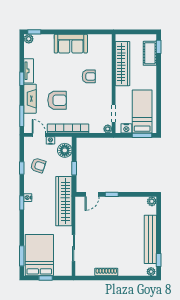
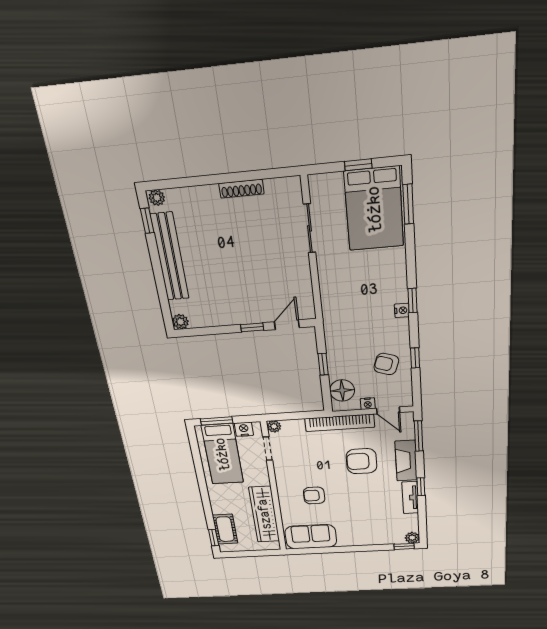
sofa: (71, 44) -> (311, 537), moved
wardrobe: (64, 201) -> (336, 310), removed

